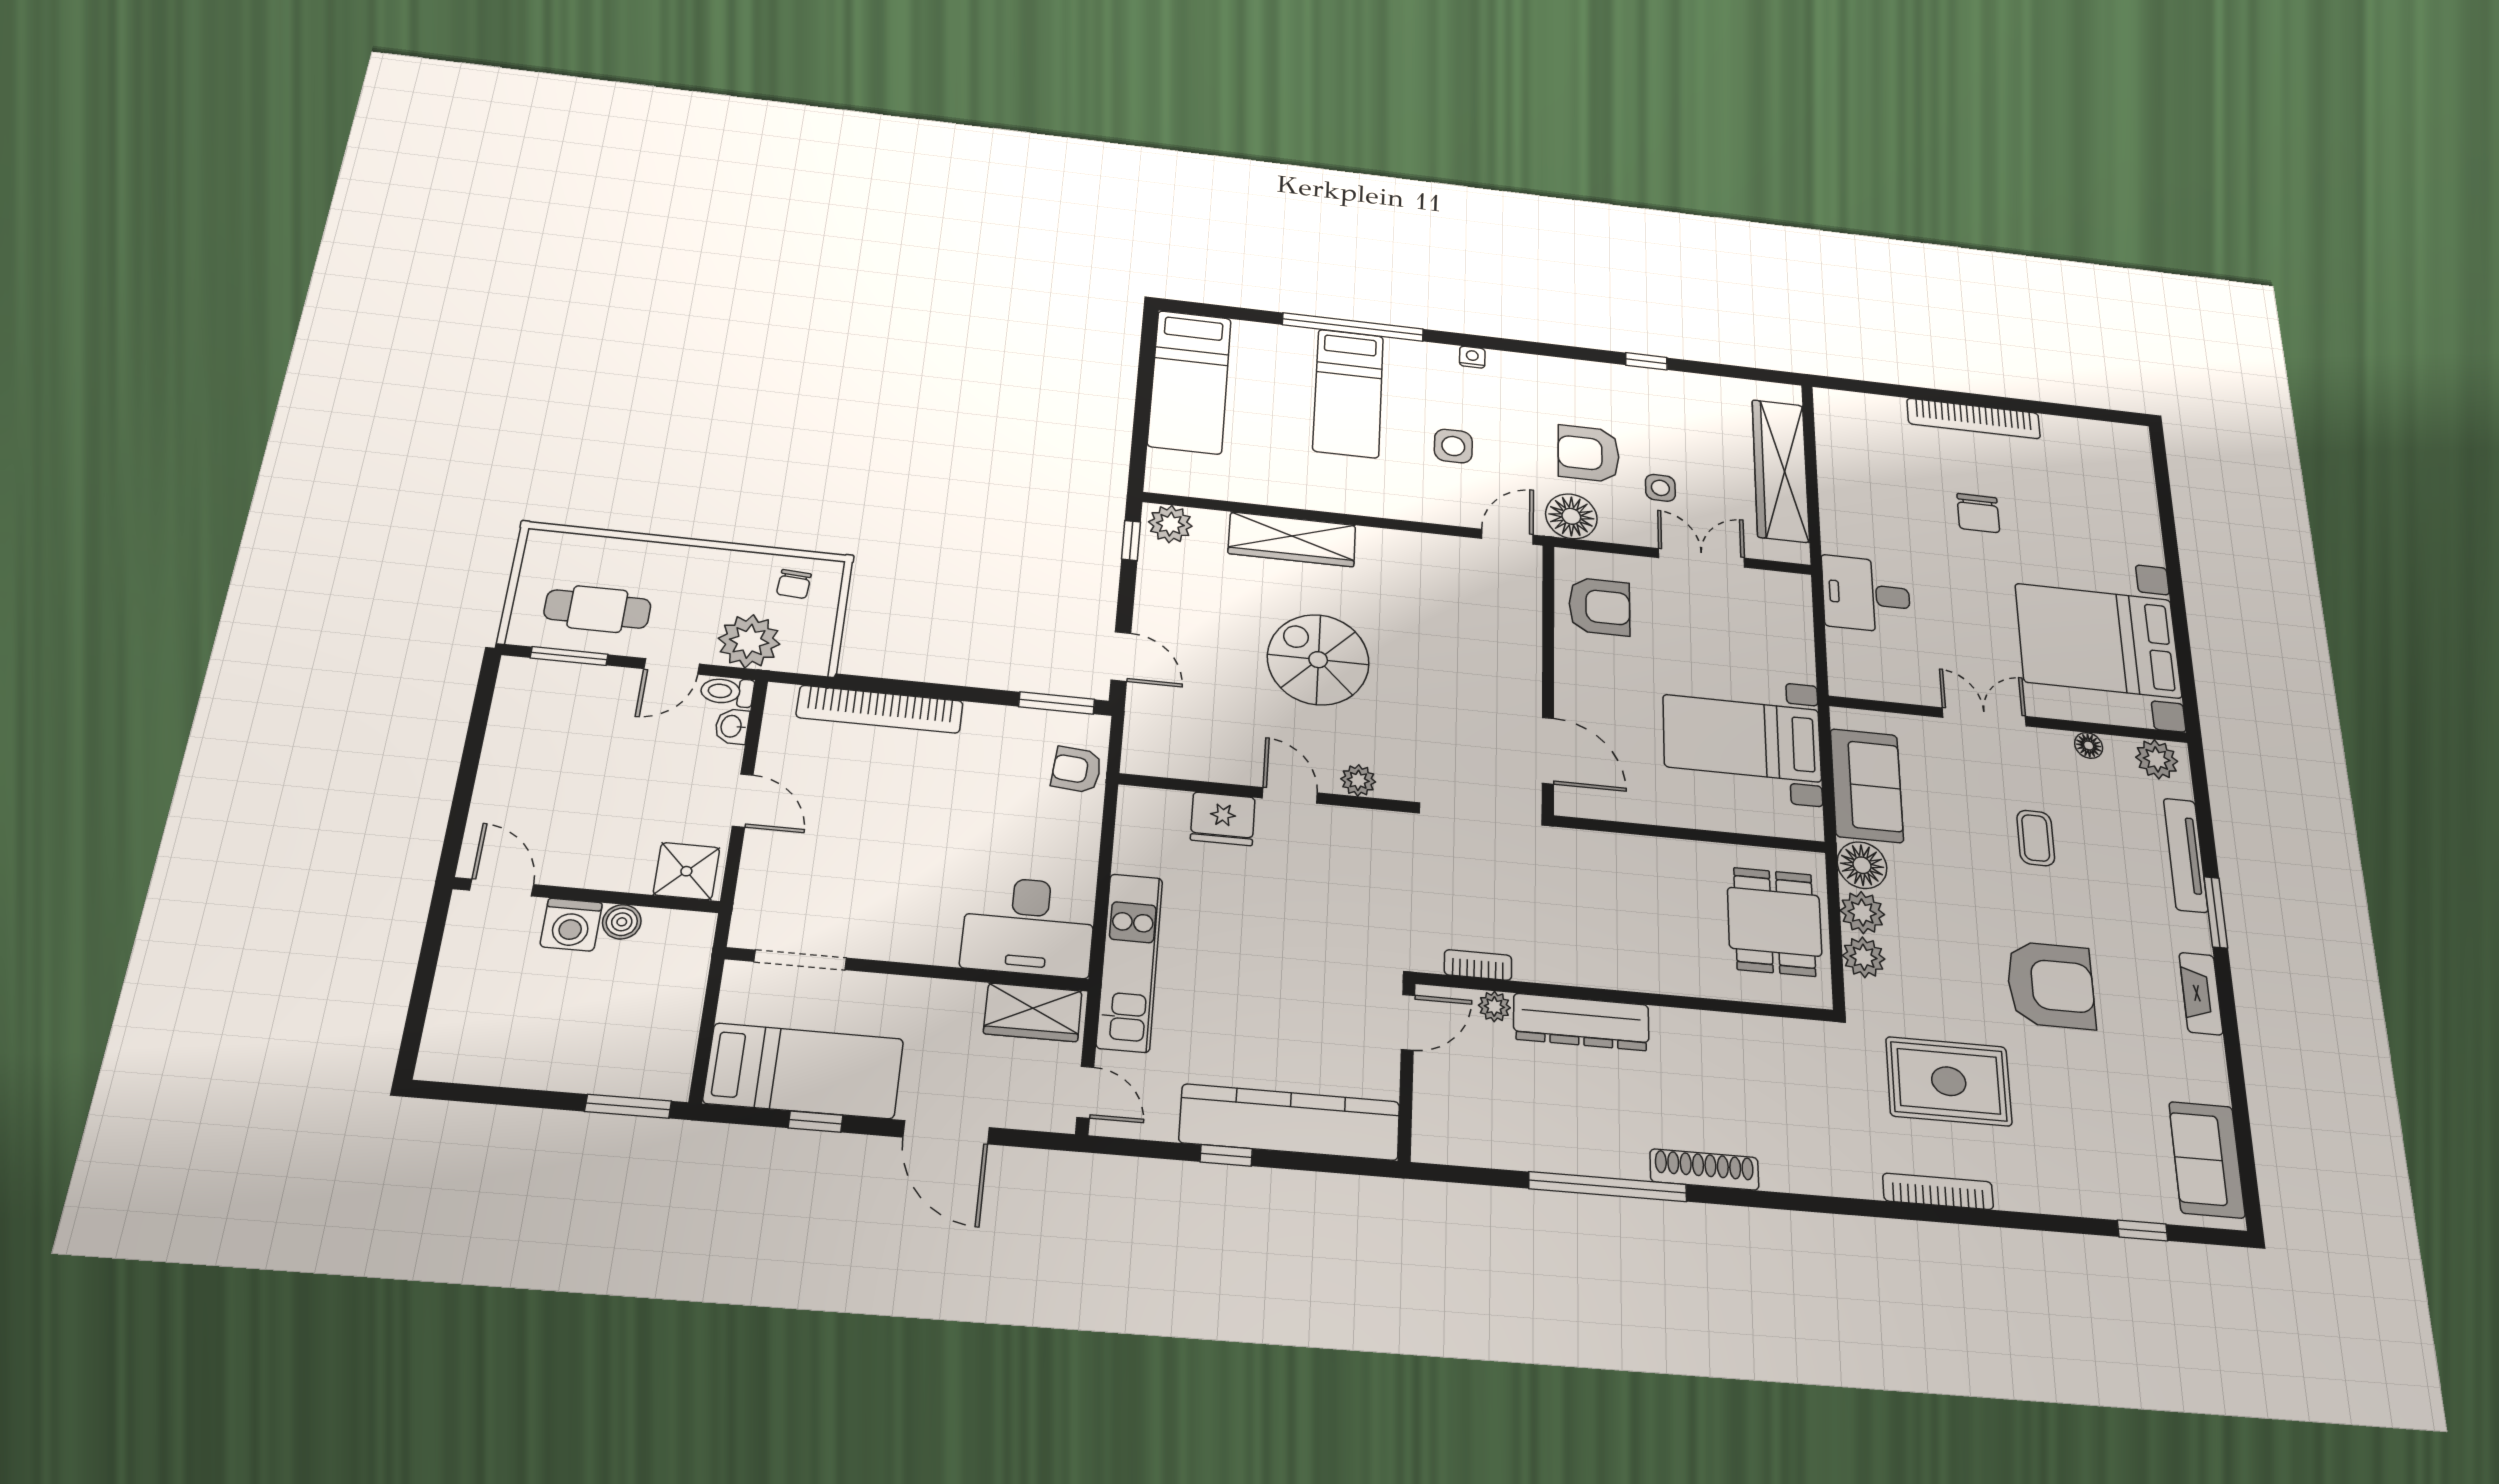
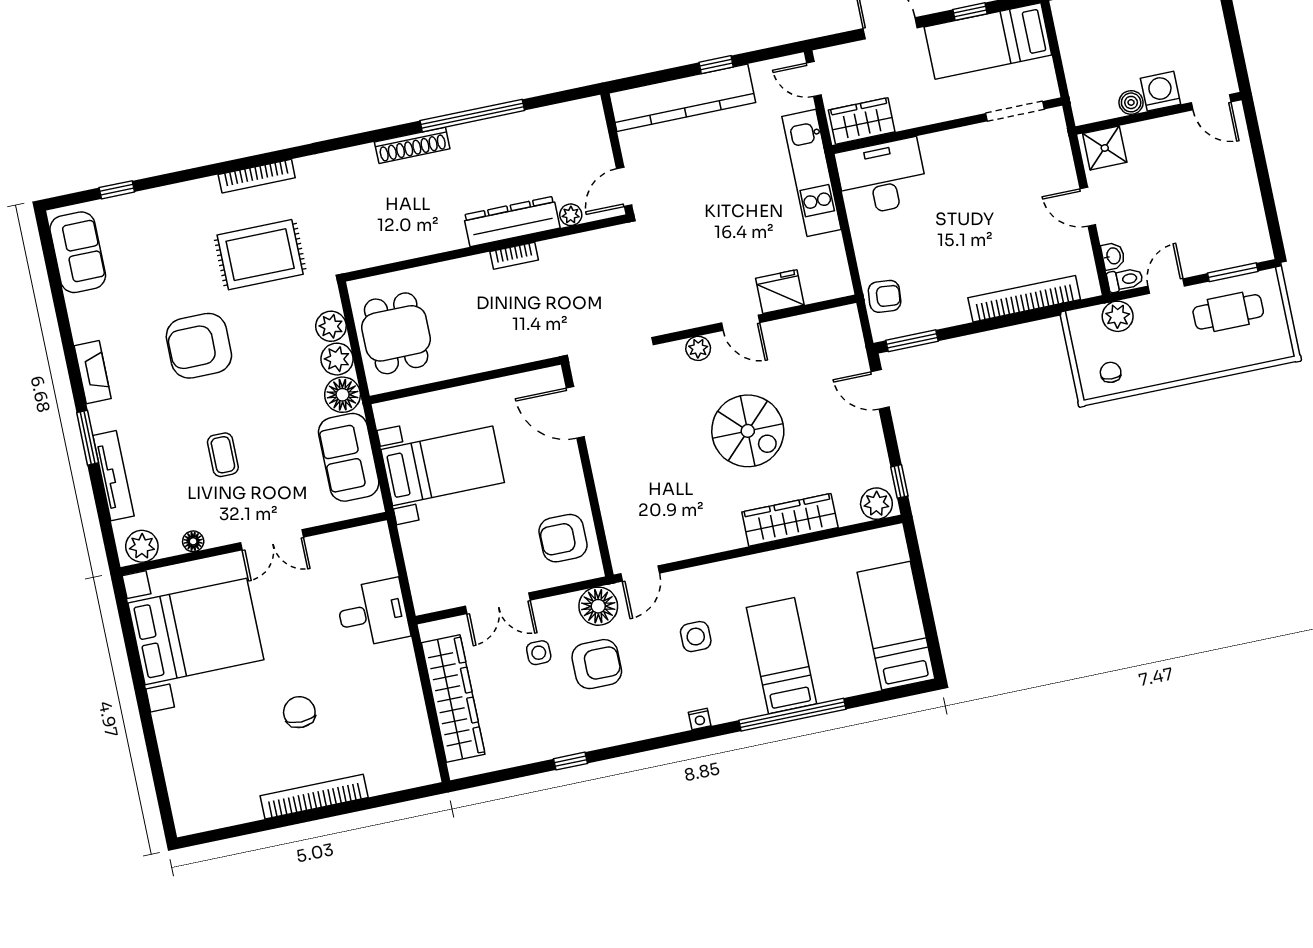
plant: (749, 641) -> (1118, 316), width x0.73, depth x0.73
bookcase: (1478, 965) -> (514, 256), moved

